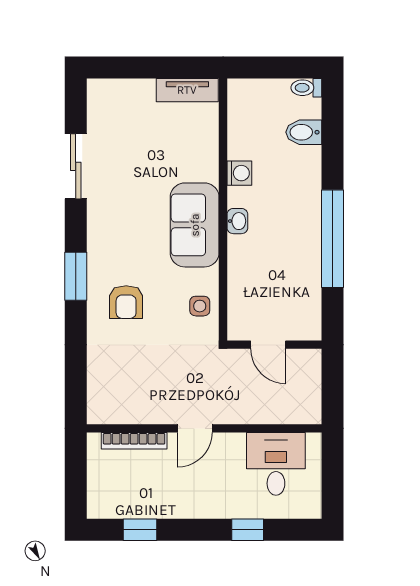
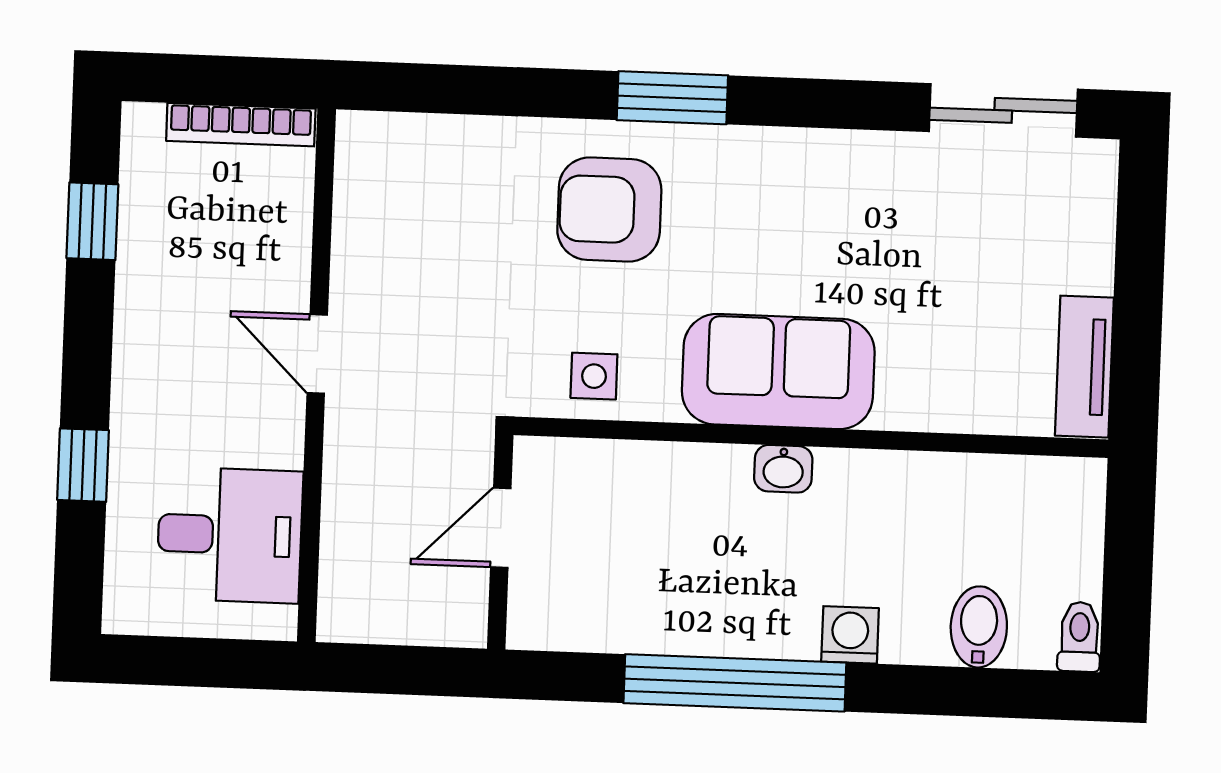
sliding door: (76, 166) -> (1003, 110), moved
washing machine: (239, 173) -> (850, 635), moved, turned 180
armchair: (126, 302) -> (609, 210), width x1.38, depth x1.38
bookcase: (134, 441) -> (241, 125), moved, turned -90

